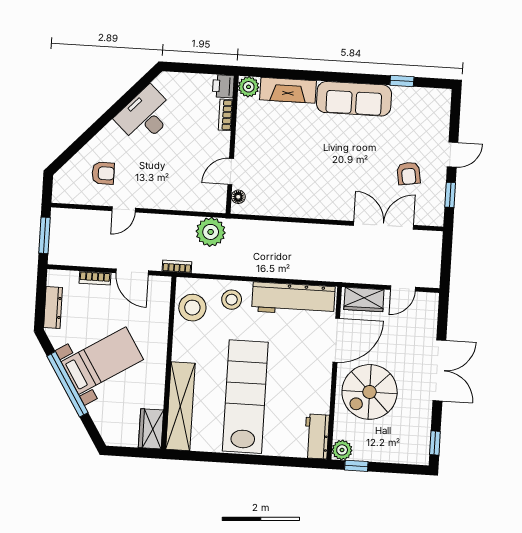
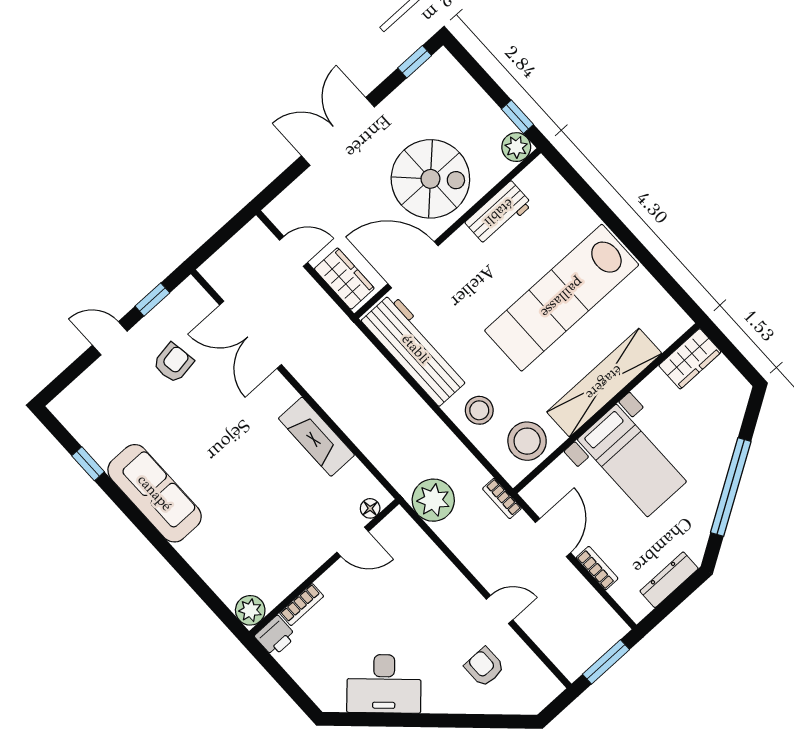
fireplace: (288, 90) -> (316, 437), moved, turned 180
bed with nightstands: (102, 361) -> (632, 460), moved, turned -148
shelving: (180, 406) -> (604, 383), moved
workbench: (317, 436) -> (499, 213), moved

